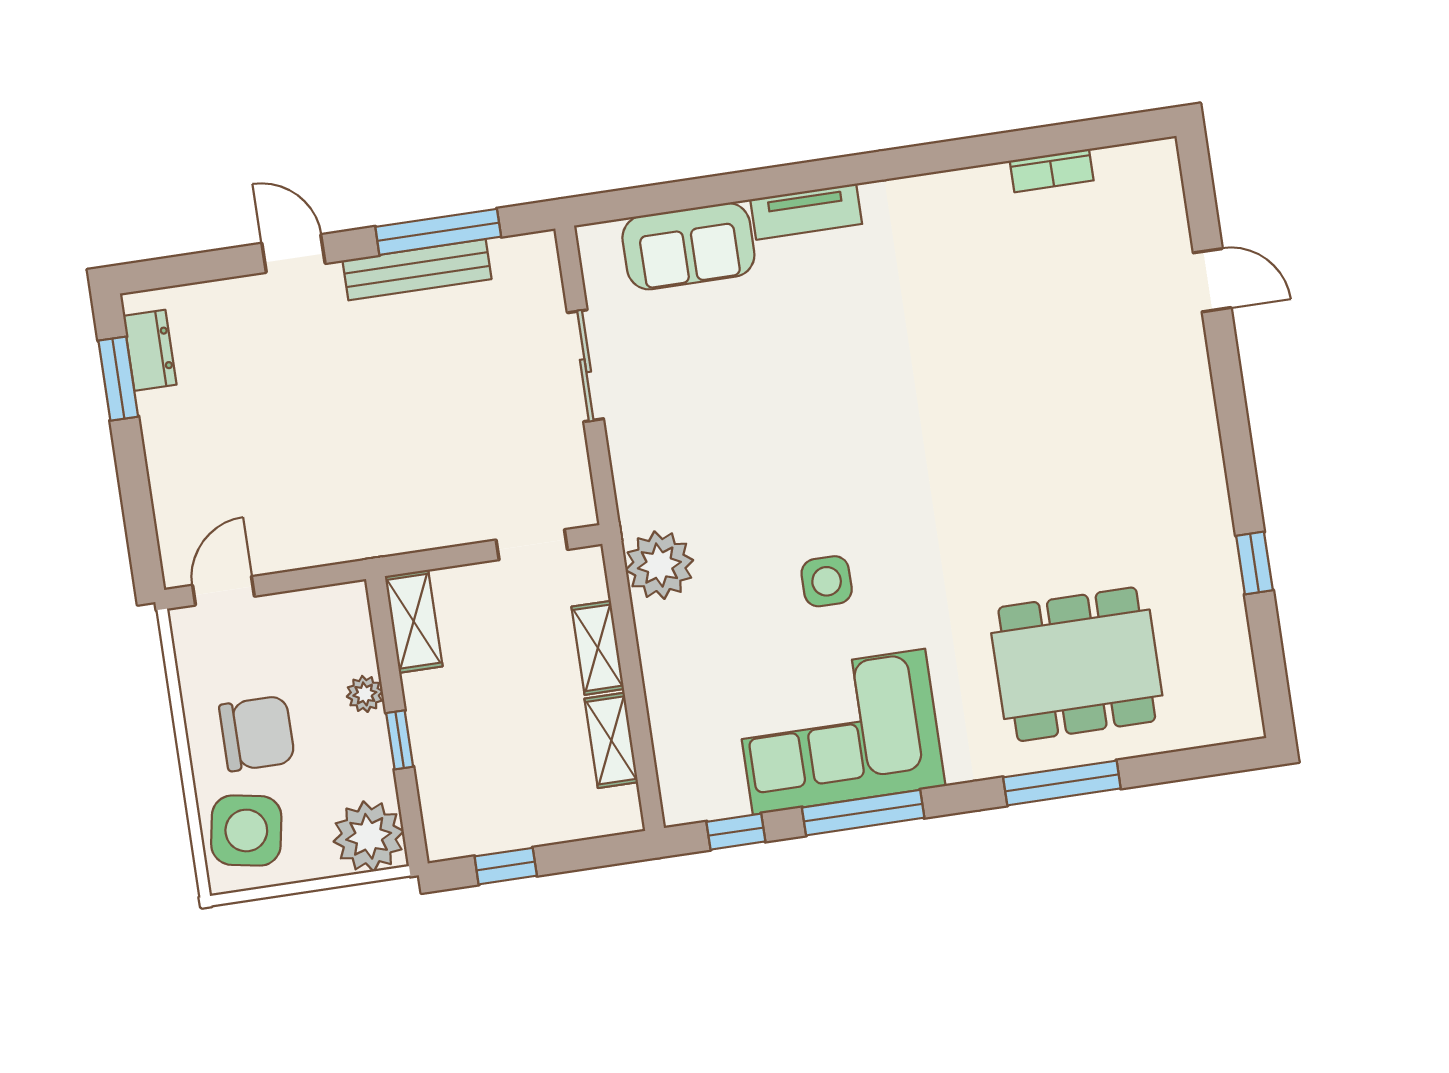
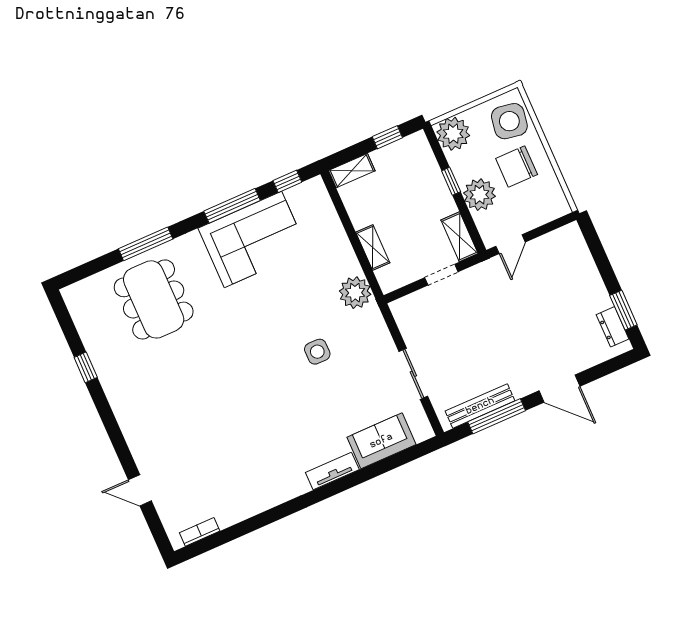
bookcase: (1052, 171) -> (200, 532), moved
door: (294, 253) -> (559, 389), width x1.38
bench: (417, 270) -> (480, 406), moved
doorway: (532, 545) -> (441, 275), moved
side table: (827, 581) -> (317, 352), moved
door: (223, 591) -> (511, 244), moved
dining table: (1077, 664) -> (154, 299), turned 90
plant: (365, 694) -> (479, 195), width x1.87, depth x1.87
shelving: (611, 740) -> (352, 171), moved, turned 90

